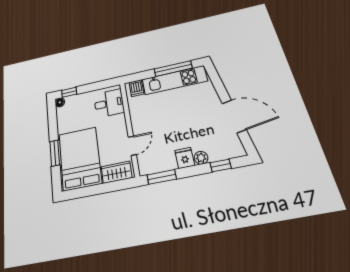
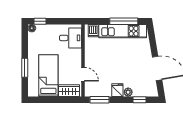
door: (132, 146) -> (83, 74), hinge flipped
bed: (80, 158) -> (48, 76), width x0.67

